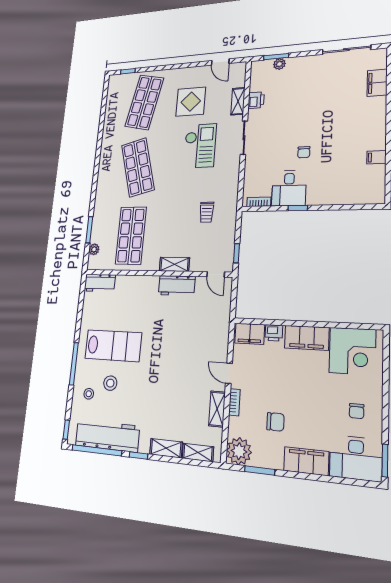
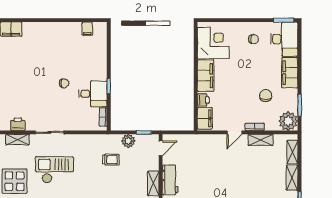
filing cabinet: (376, 157) -> (87, 29), moved
plant: (228, 233) -> (128, 141), added

